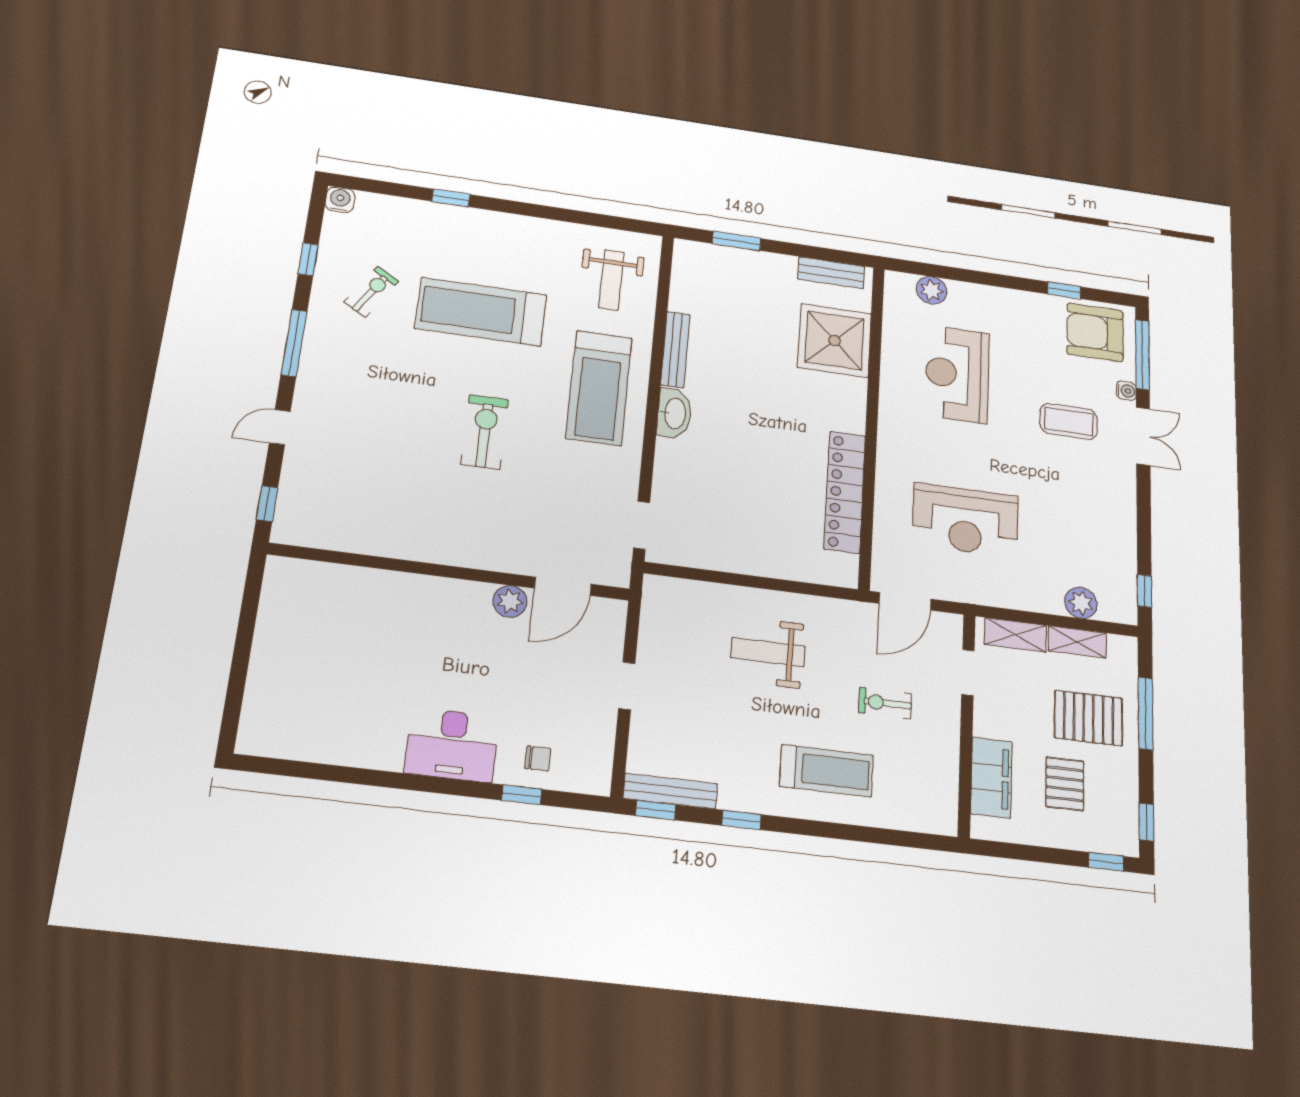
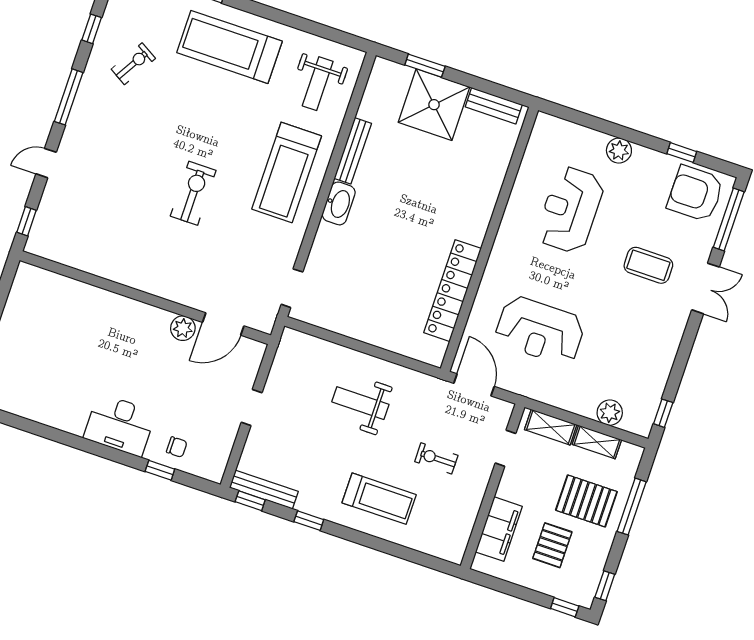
plant: (932, 290) -> (619, 151), moved
treadmill: (481, 312) -> (229, 47), moved
shower: (835, 341) -> (434, 105), moved
water cooler: (1126, 391) -> (705, 248), removed
door: (905, 601) -> (474, 385), swing flipped

